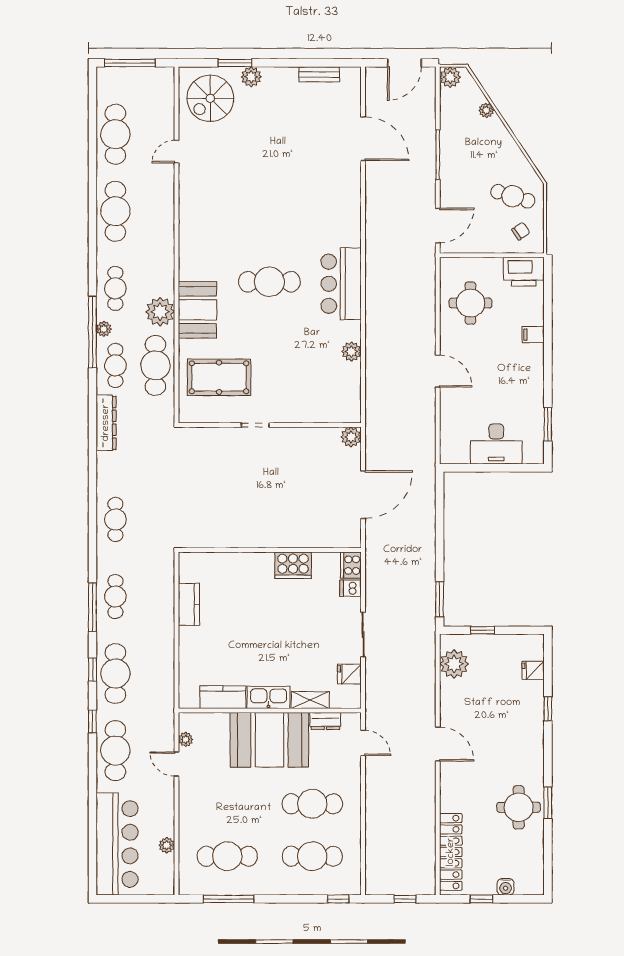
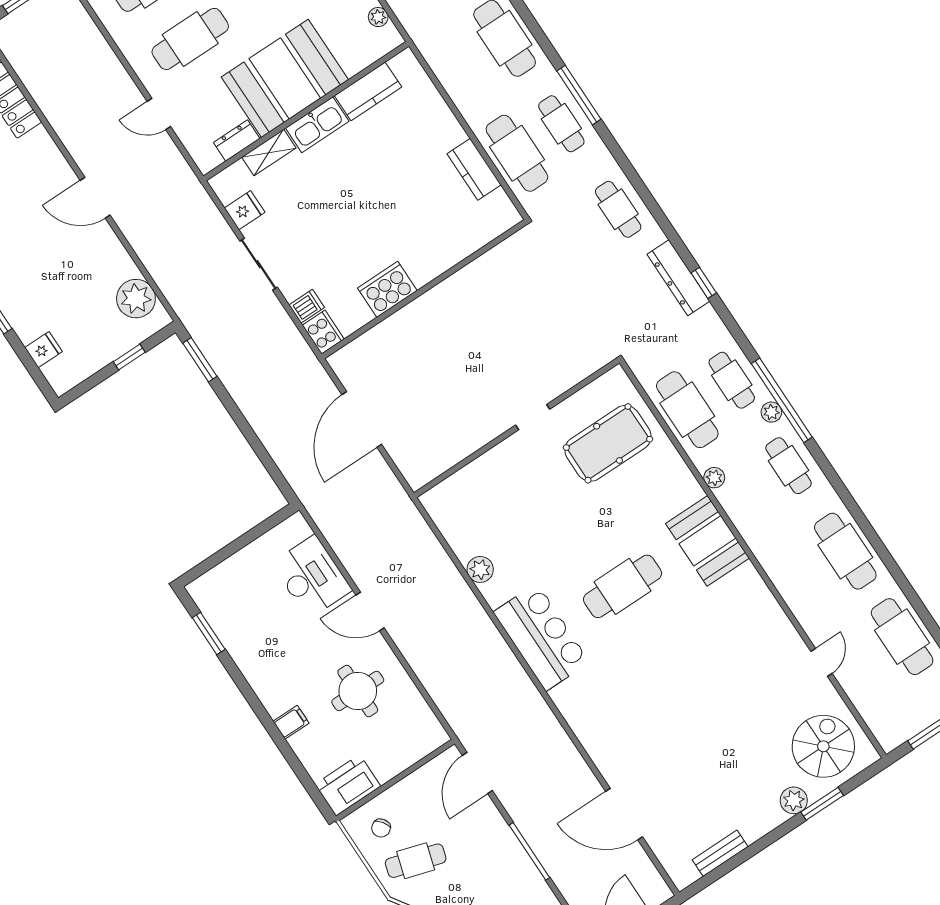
round table: (470, 303) -> (358, 691), moved
booth: (197, 310) -> (707, 541), moved
plant: (160, 312) -> (714, 478), width x0.53, depth x0.53
dresser: (106, 423) -> (678, 278), moved
plant: (351, 437) -> (418, 474), removed
desk: (496, 444) -> (312, 577), moved, turned 90
cafe table: (155, 597) -> (517, 153), added
window: (92, 670) -> (704, 283), moved
door: (363, 743) -> (159, 114), moved

